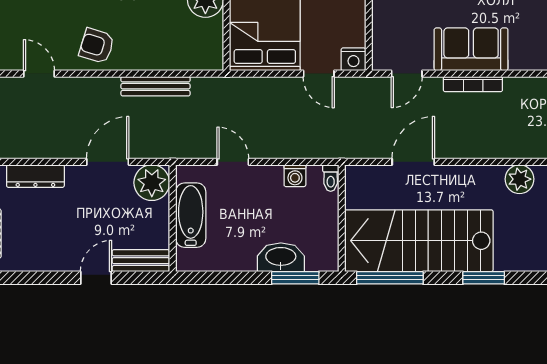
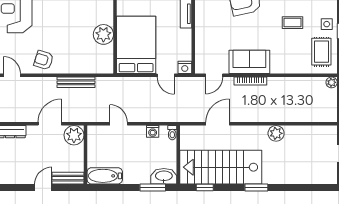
bathtub: (191, 215) -> (105, 176), moved, turned -90
washbasin: (281, 257) -> (164, 176), moved
window: (390, 278) -> (205, 188), width x0.46

